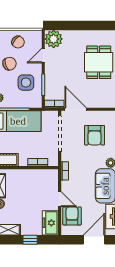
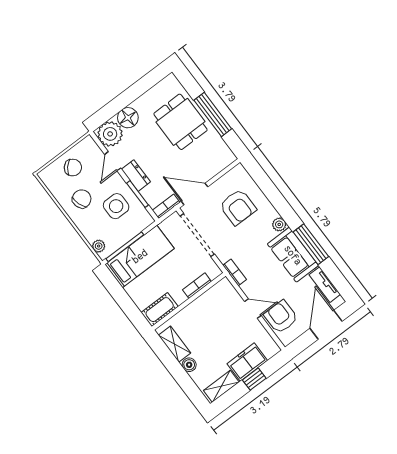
floor lamp: (71, 37) -> (128, 118), added
dresser: (50, 74) -> (136, 176), added
freezer: (50, 223) -> (247, 362), moved, turned 90

